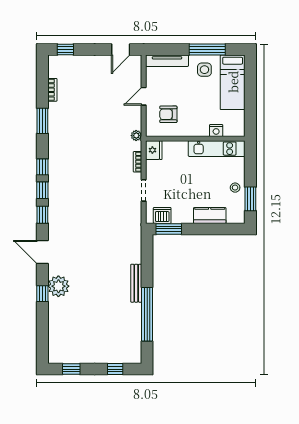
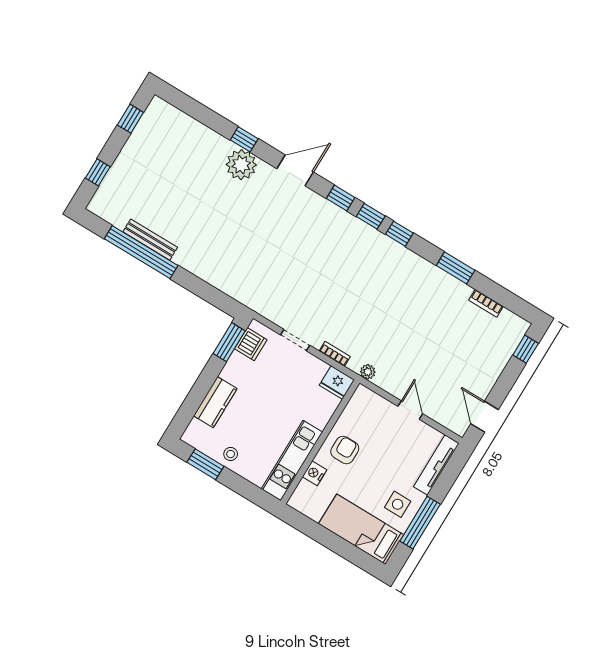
armchair: (168, 114) -> (345, 450), moved
bench: (136, 283) -> (150, 240), moved

